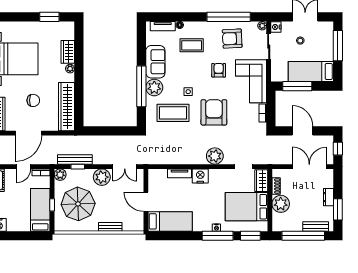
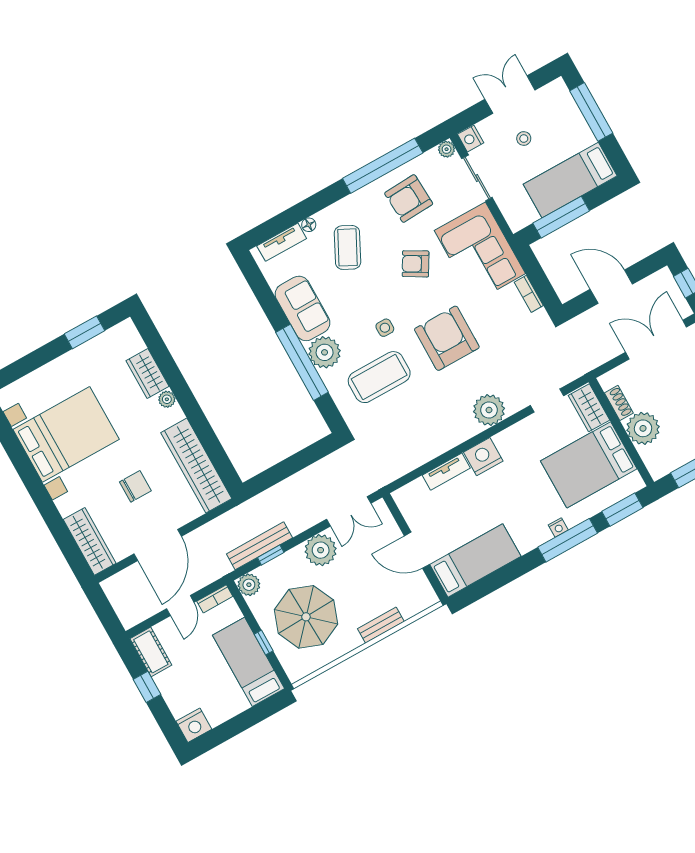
coffee table: (192, 45) -> (347, 247), turned -63
armchair: (219, 70) -> (416, 264), turned -60

